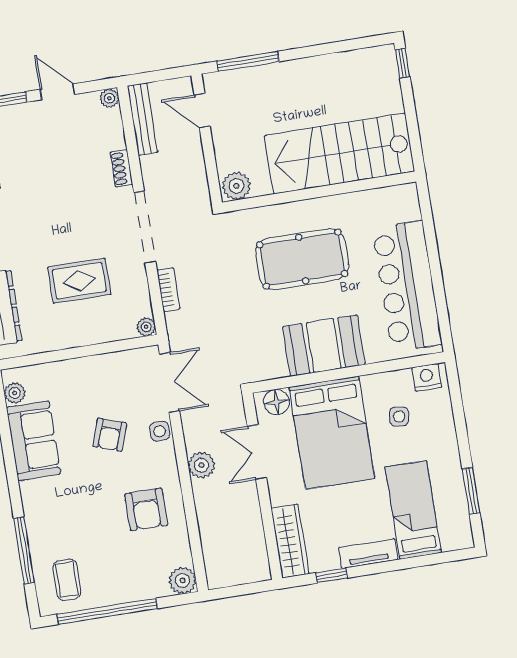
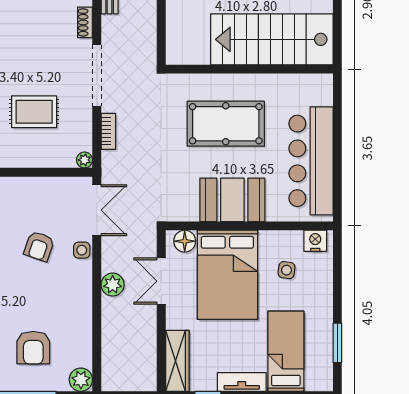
plant: (236, 186) -> (180, 53), removed
armchair: (146, 509) -> (33, 348), moved

